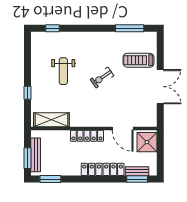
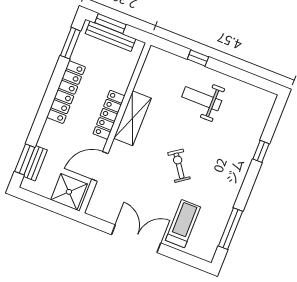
window: (52, 28) -> (261, 151), moved
weight bench: (63, 71) -> (202, 99), moved
double door: (160, 87) -> (136, 239), swing flipped
shelving: (51, 120) -> (132, 118), moved
locker: (103, 169) -> (66, 92), moved

